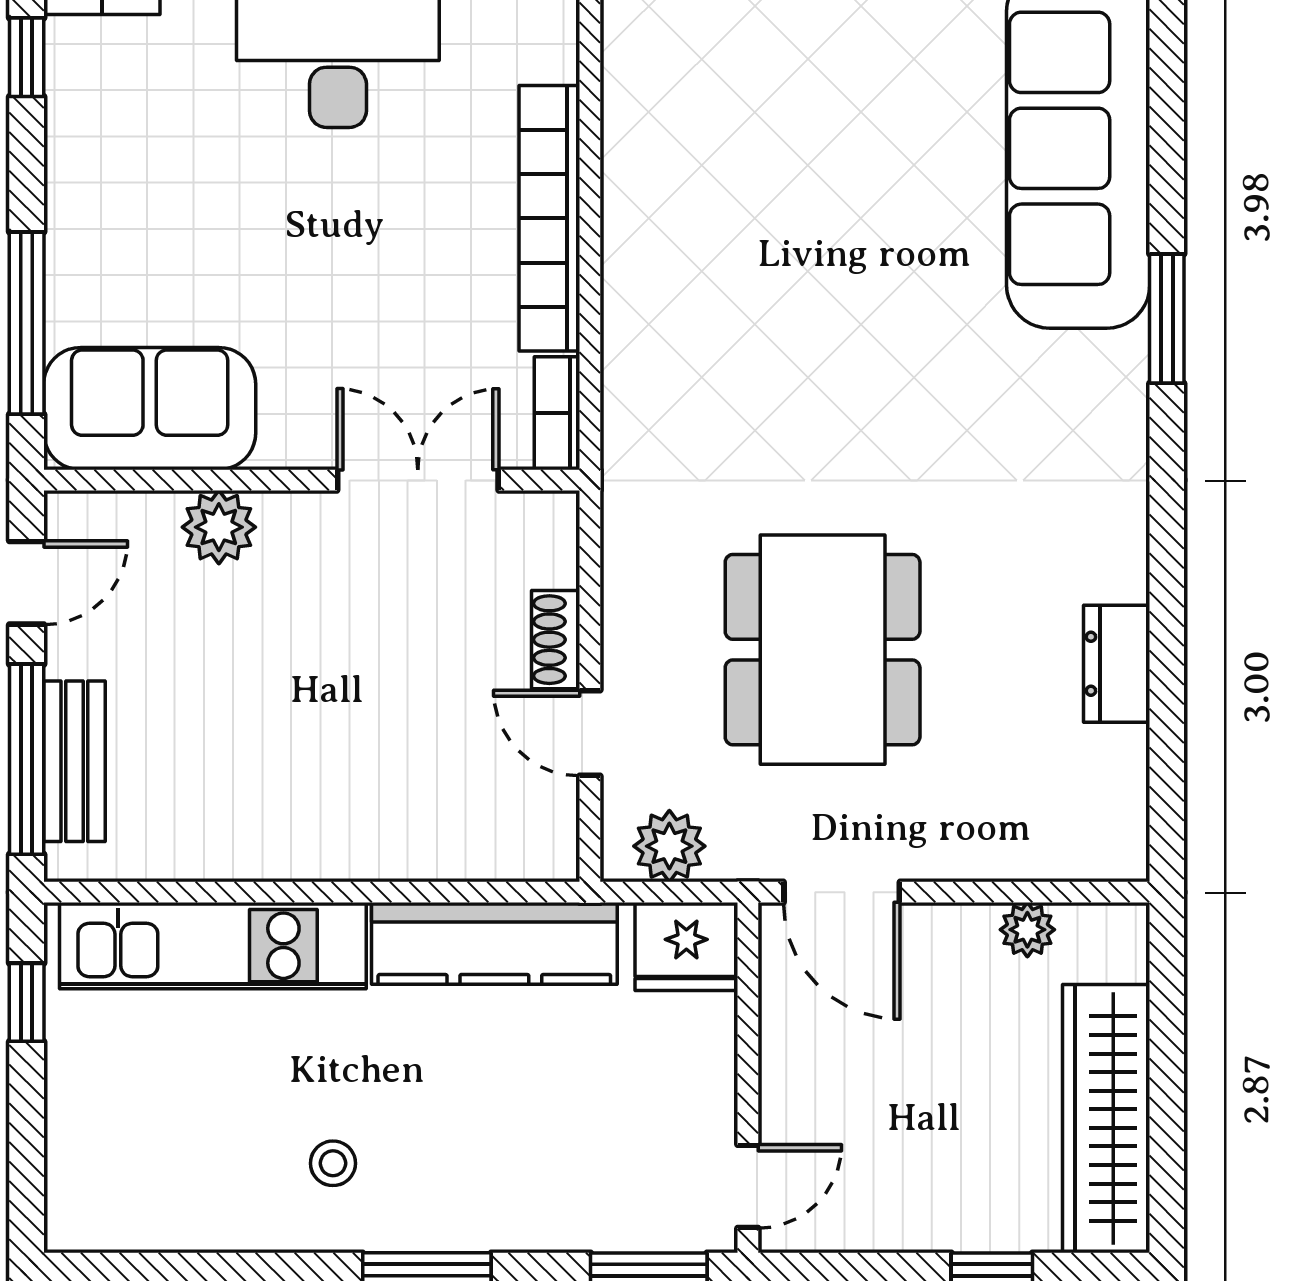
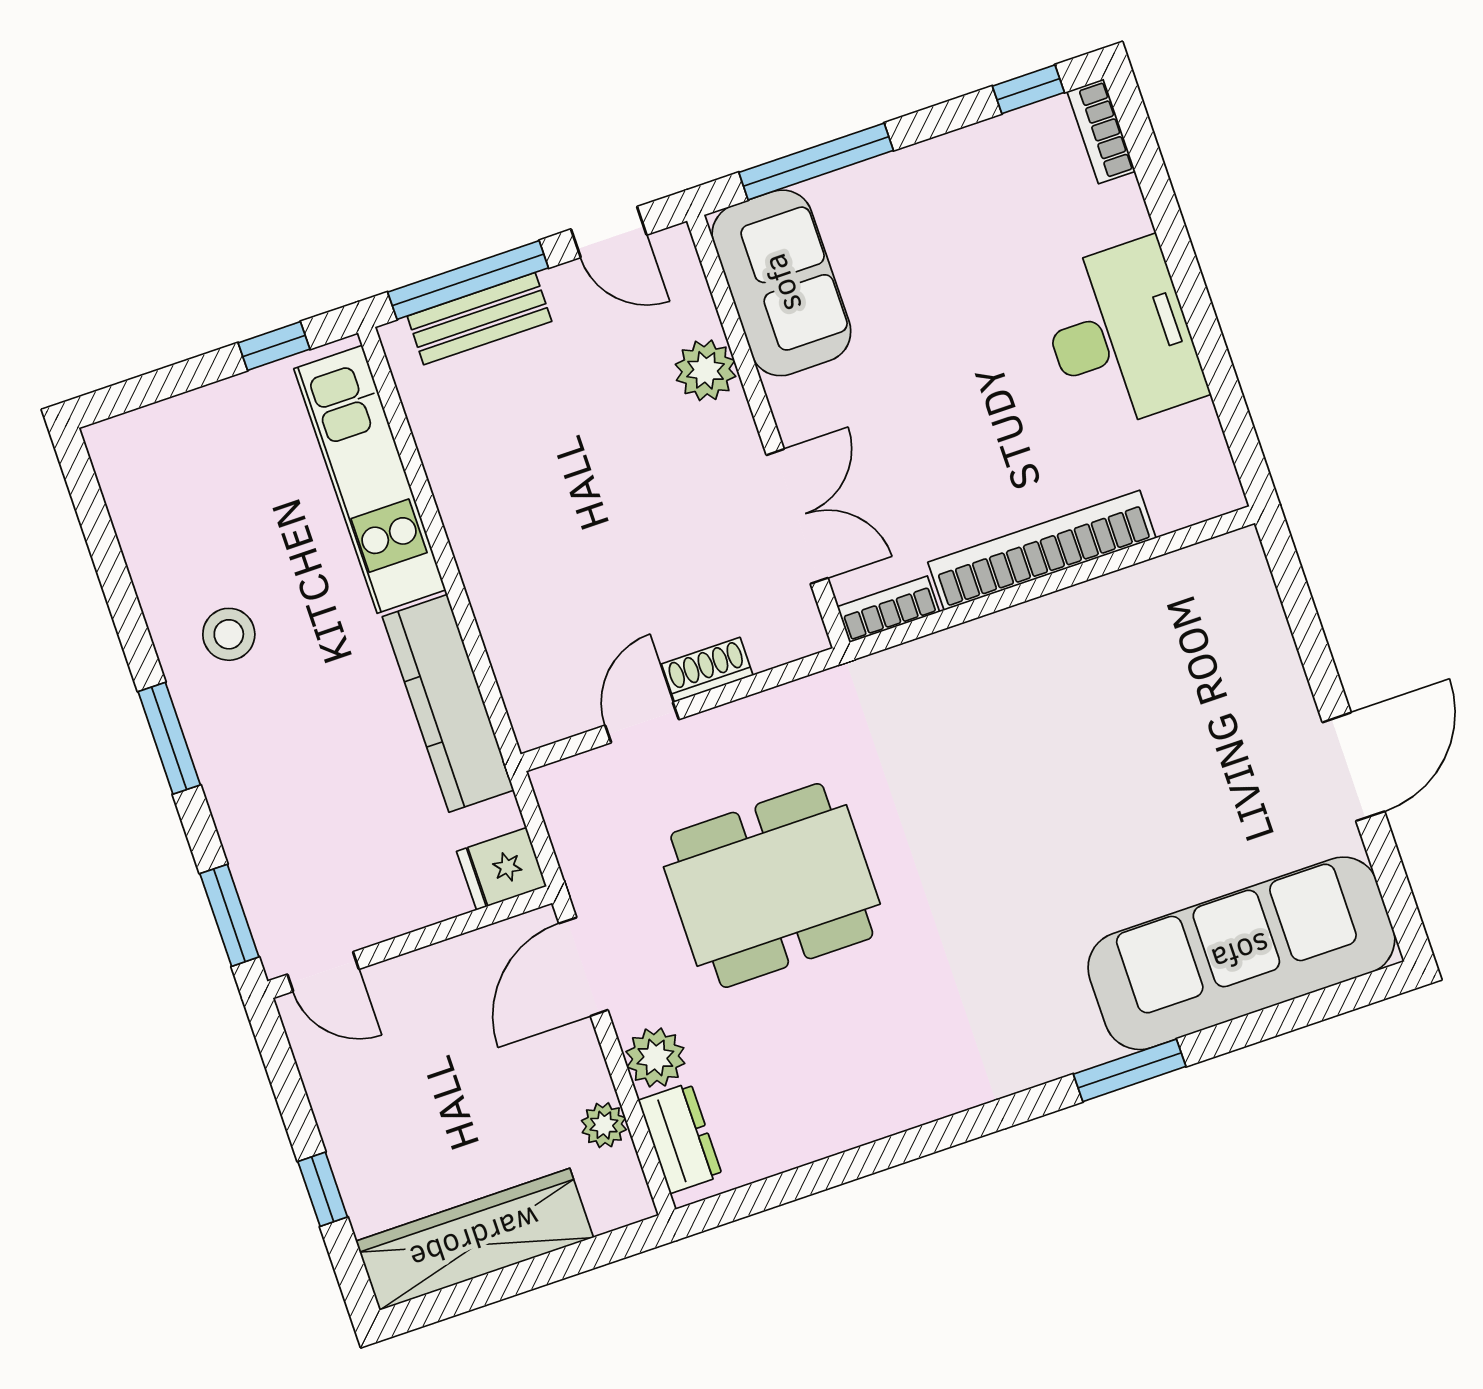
dresser: (1117, 664) -> (680, 1138), moved, turned 90
plant: (669, 846) -> (655, 1058), moved
fridge: (686, 947) -> (502, 869), width x0.72
stool: (333, 1163) -> (229, 634), width x1.37, depth x1.37

